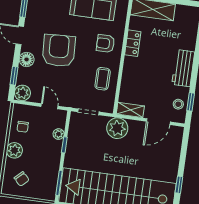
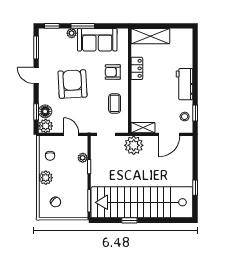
floor lamp: (27, 59) -> (45, 111), moved

